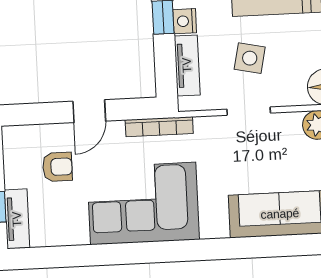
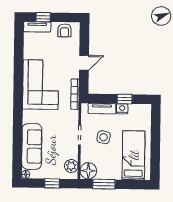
door: (89, 111) -> (84, 63), swing flipped
armchair: (57, 167) -> (65, 30), moved

